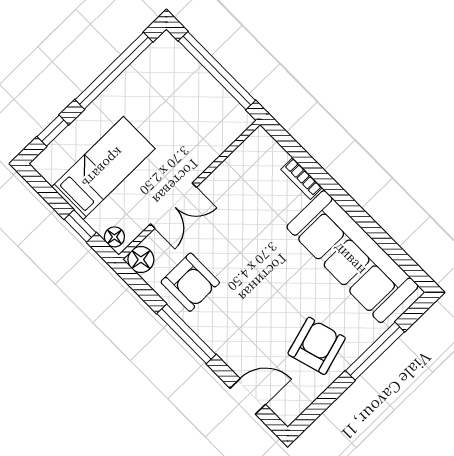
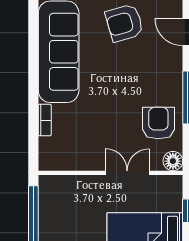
floor lamp: (114, 237) -> (175, 187), removed

